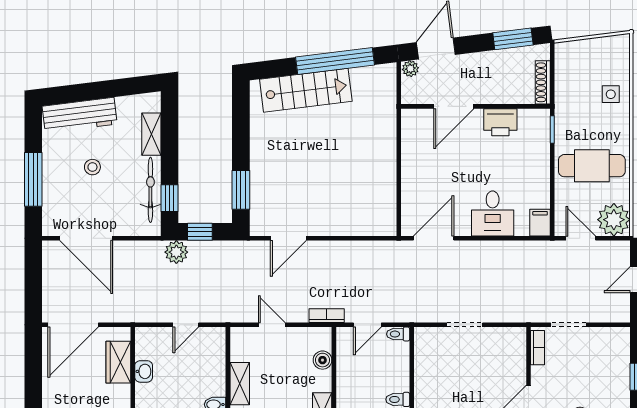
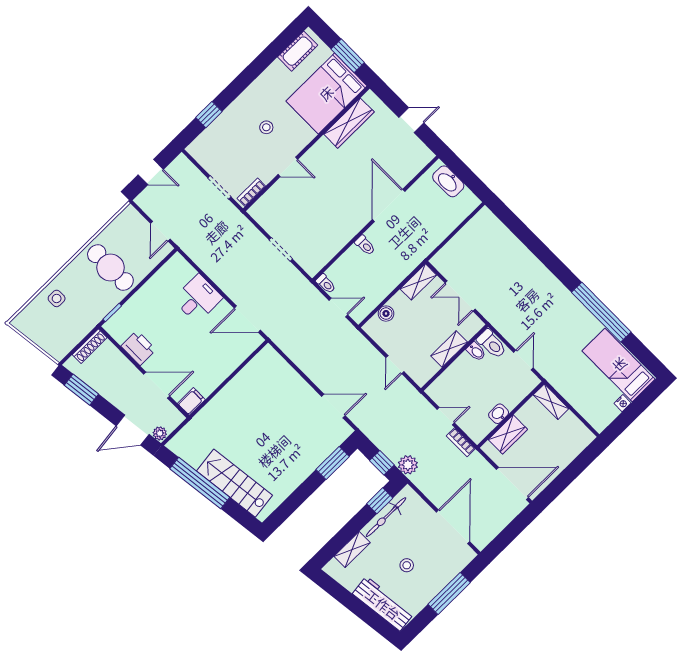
plant: (614, 220) -> (130, 222), removed
filing cabinet: (540, 223) -> (191, 401), moved, turned 180
bookcase: (327, 316) -> (461, 442), moved

